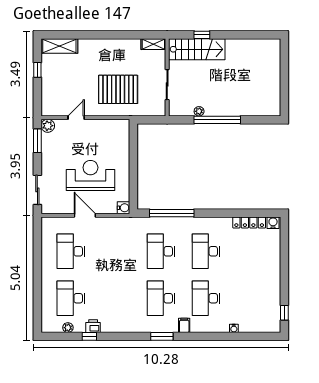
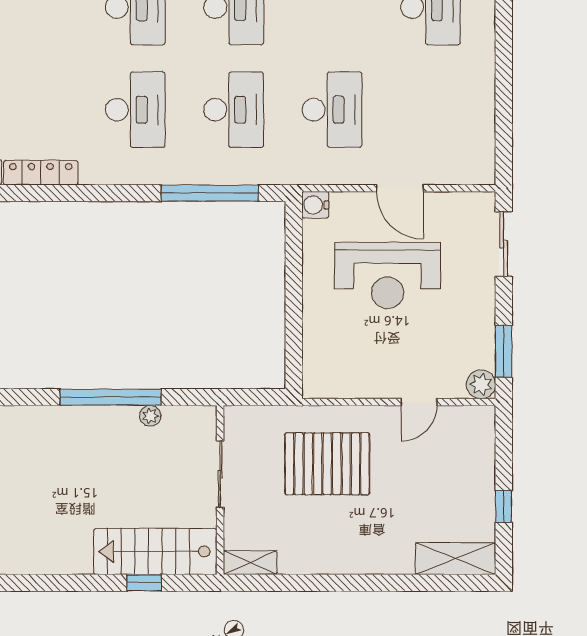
desk: (71, 251) -> (332, 110), moved

